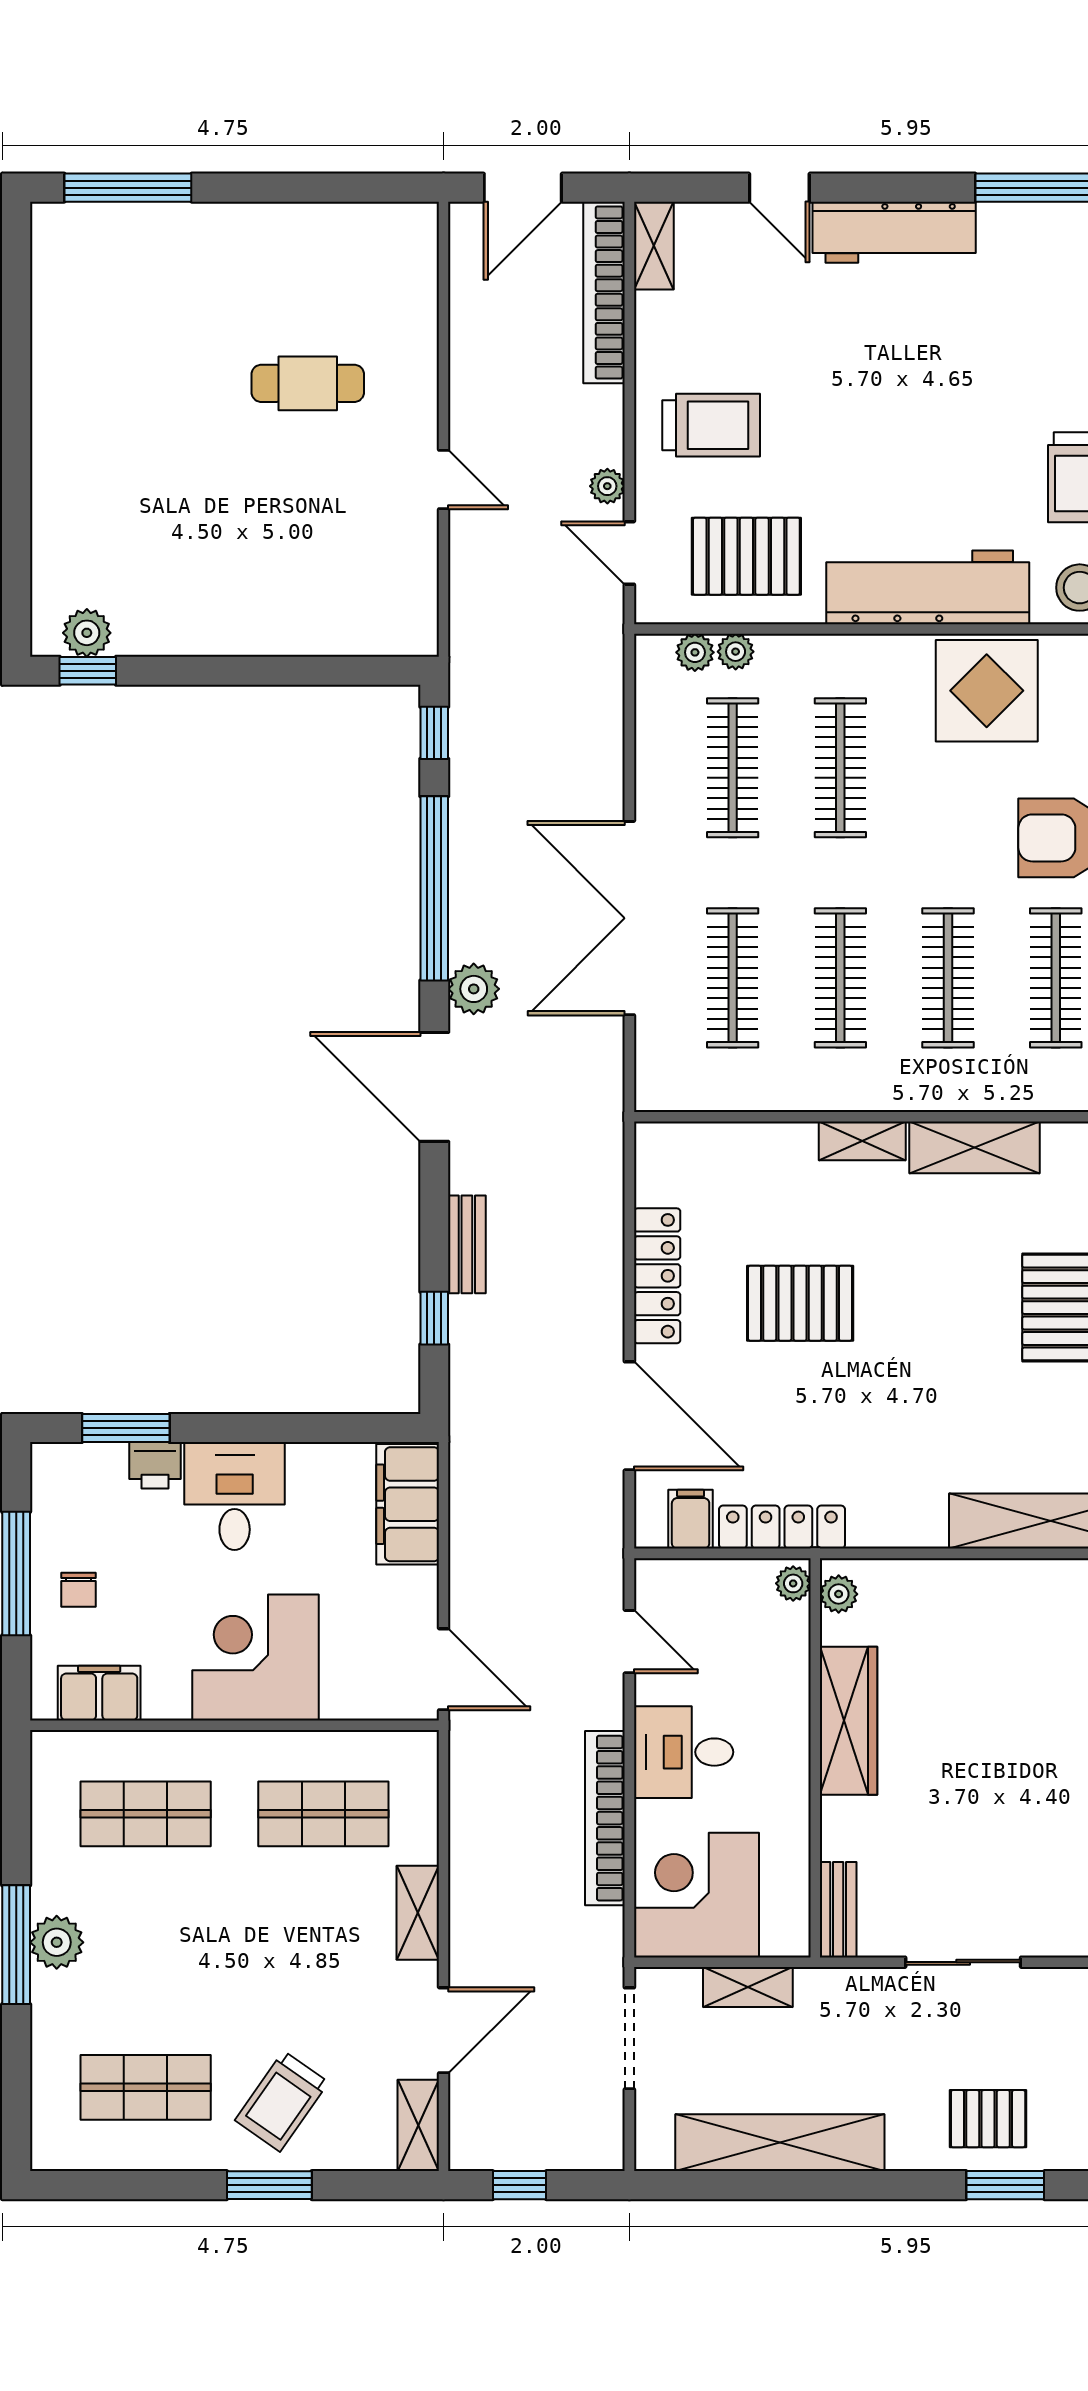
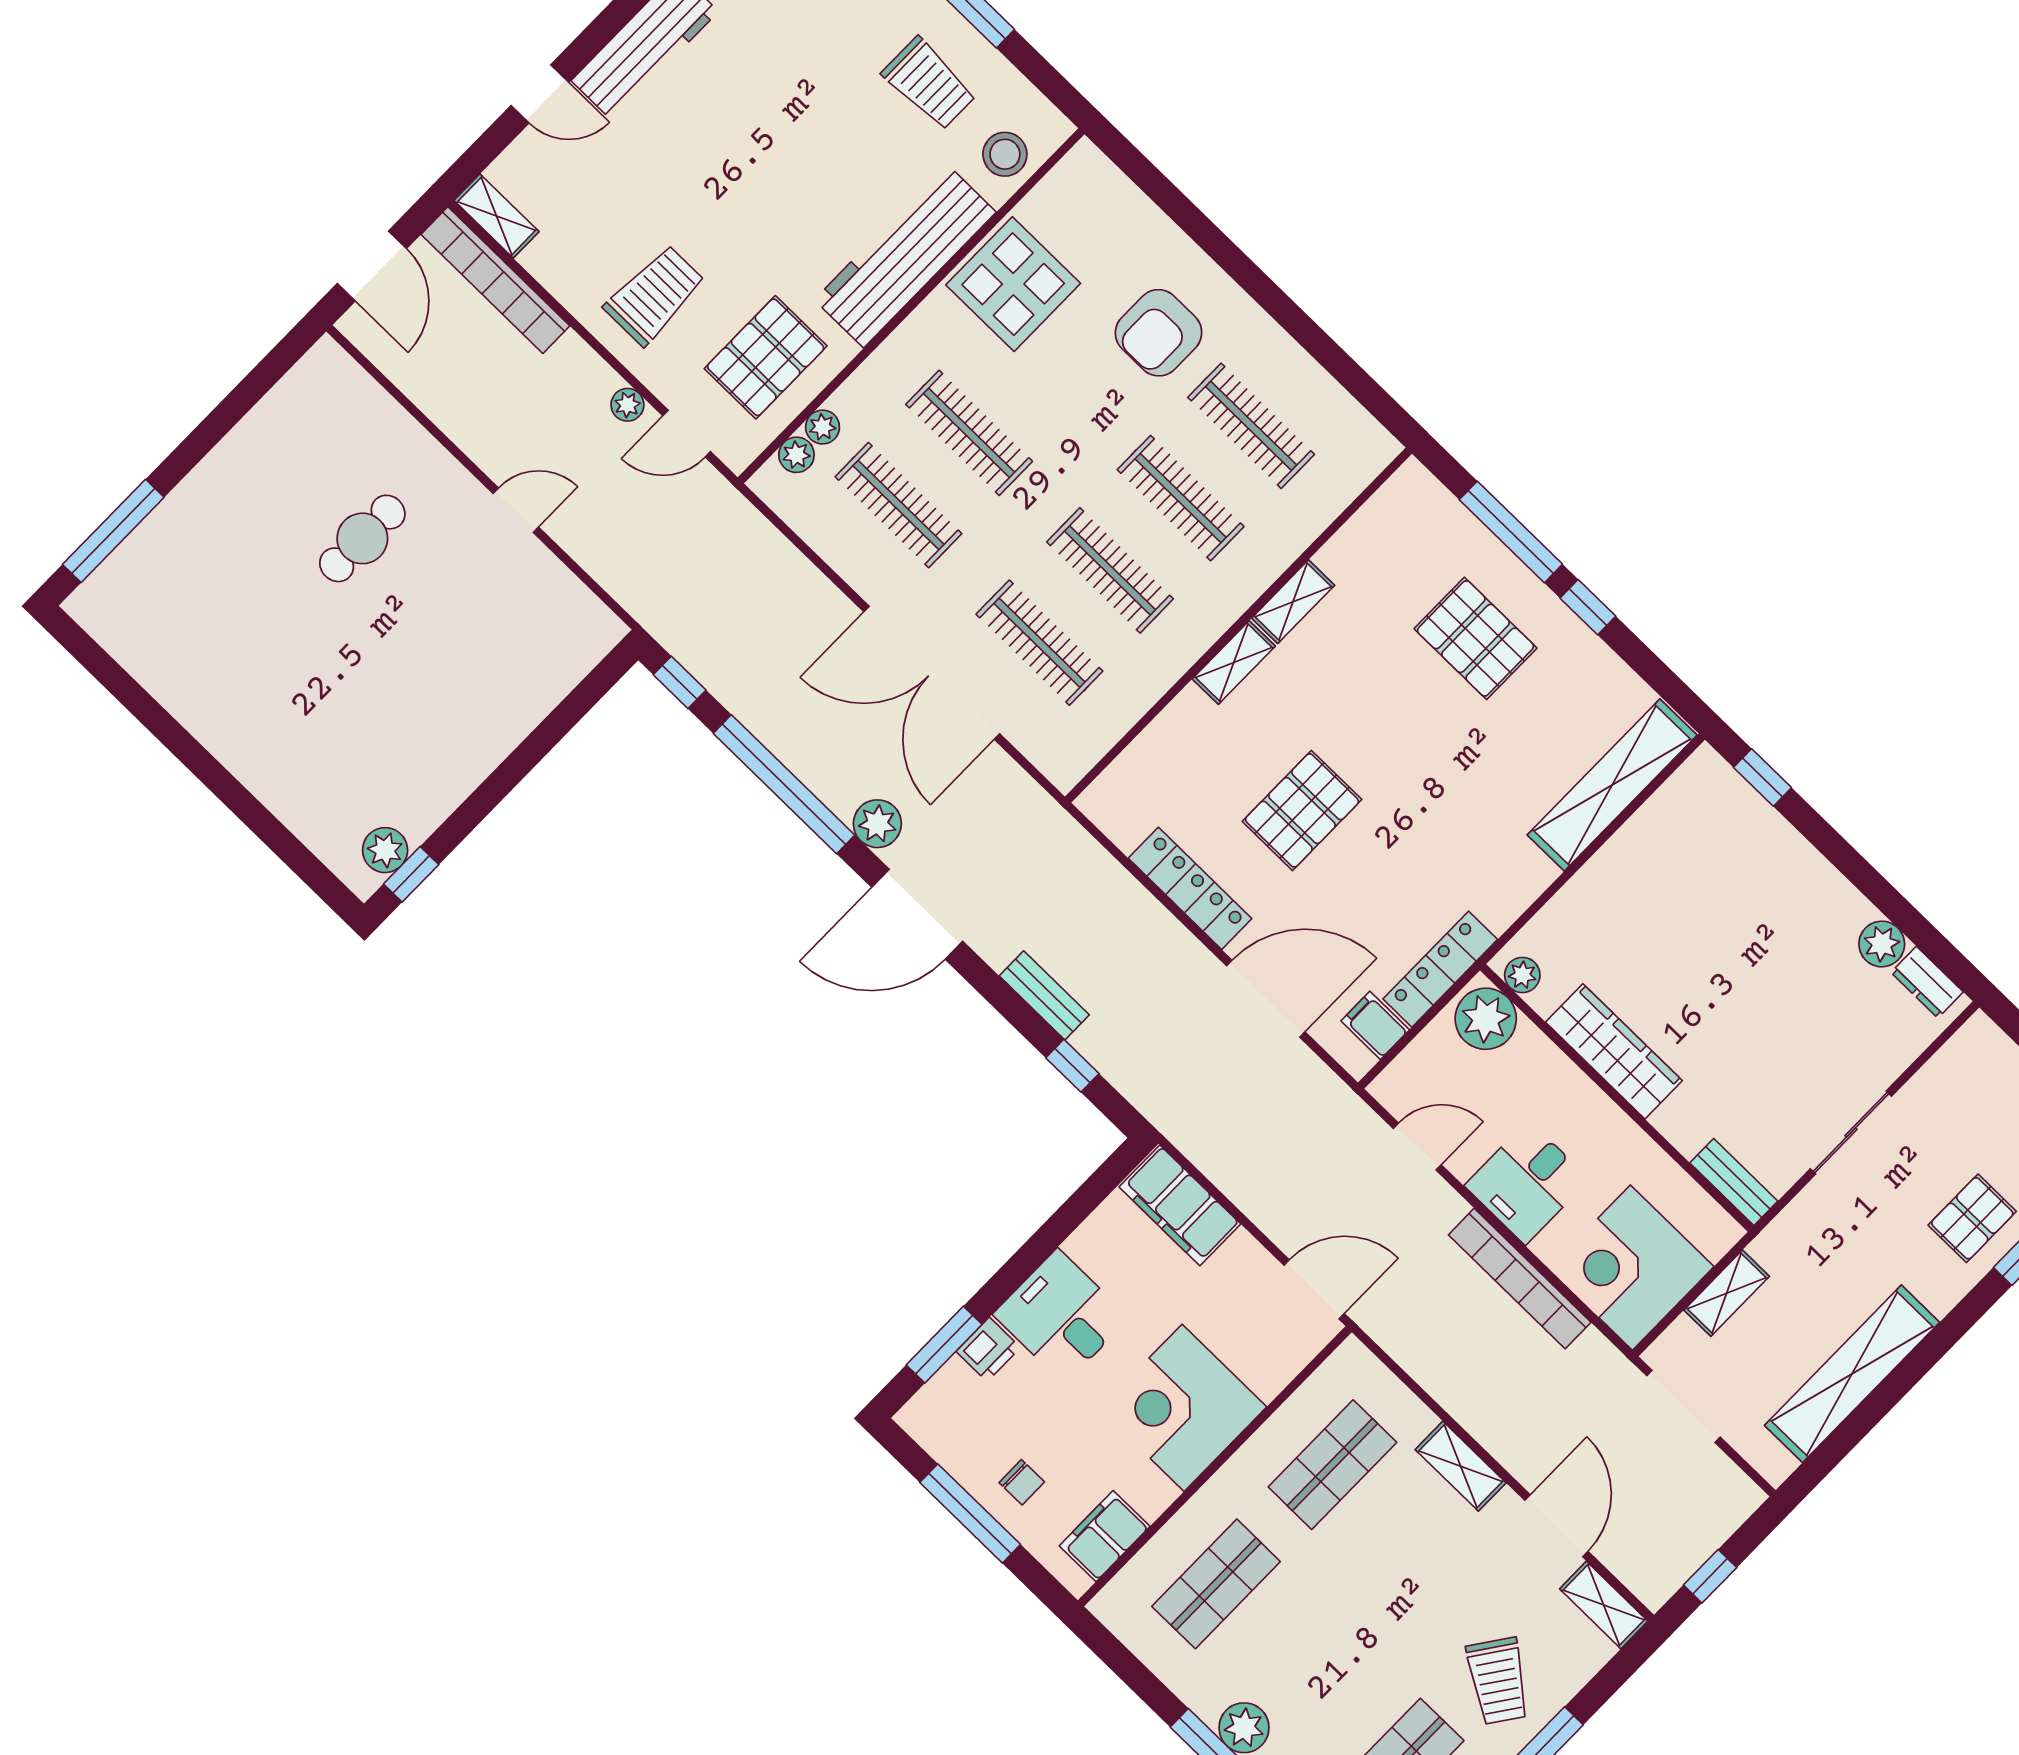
shelving: (975, 1147) -> (1293, 602), width x0.67, depth x0.75
plant: (793, 1583) -> (1486, 1019), width x1.88, depth x1.88

